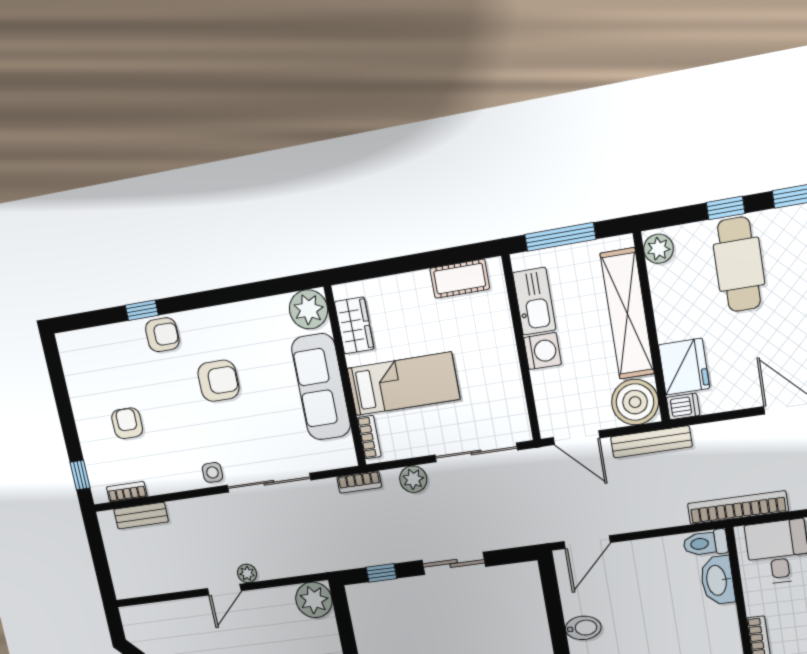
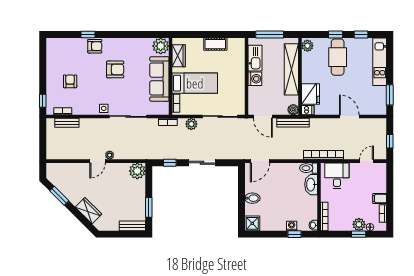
cot: (460, 279) -> (215, 44), moved
boiler: (635, 402) -> (293, 110), width x0.54, depth x0.54

